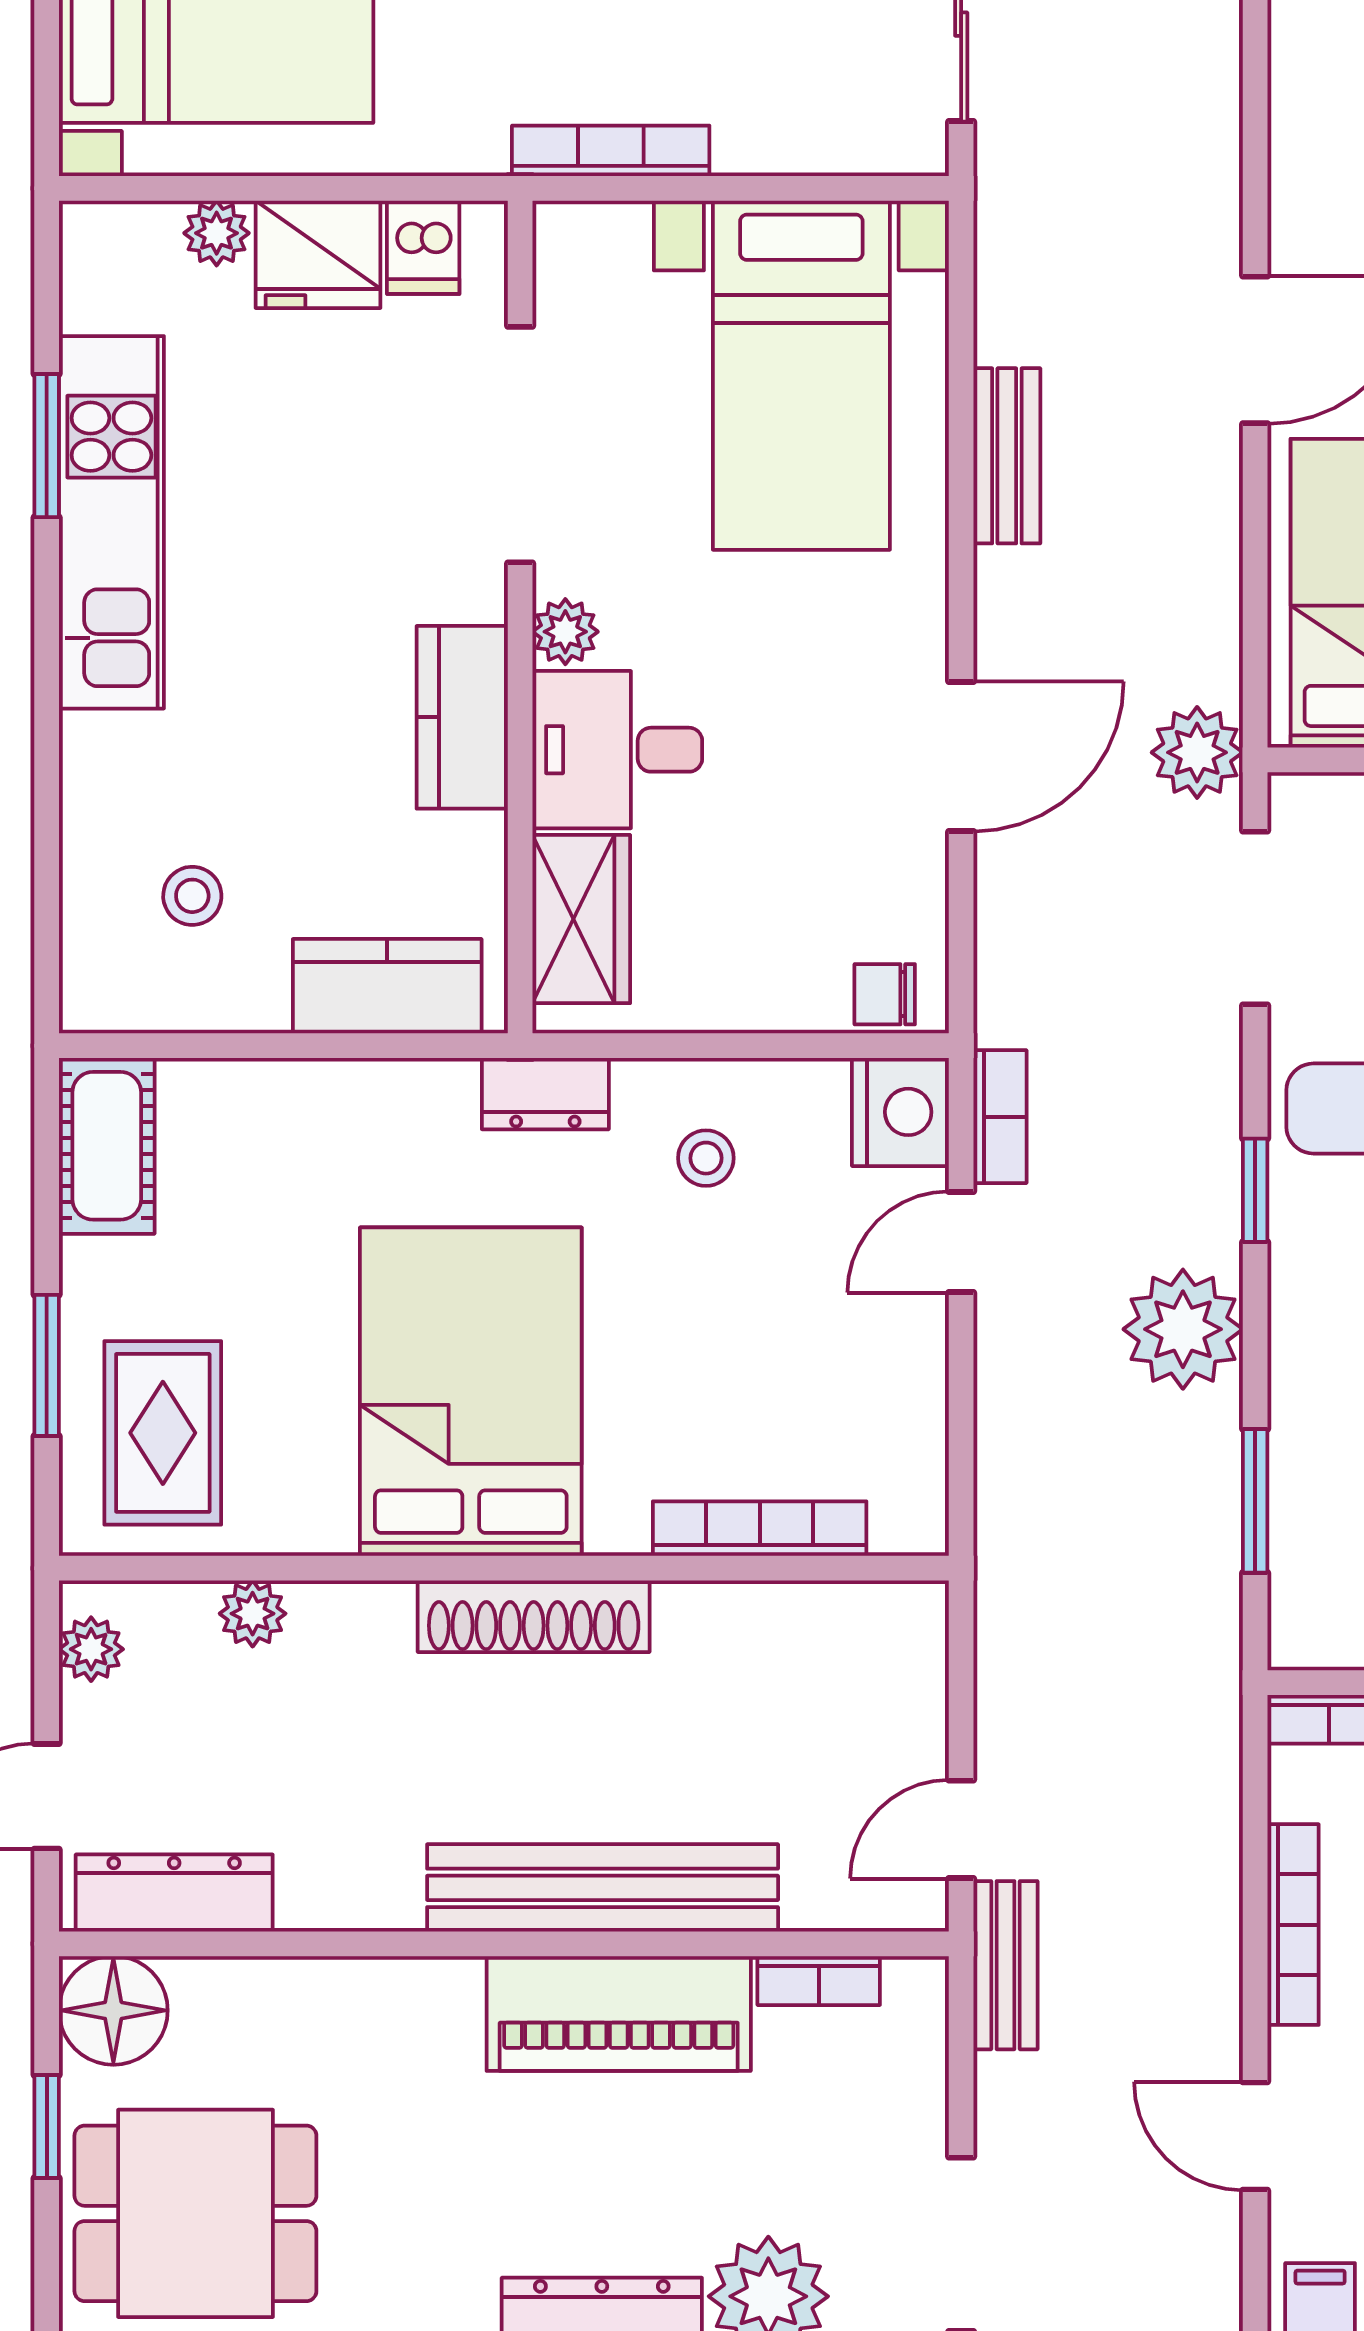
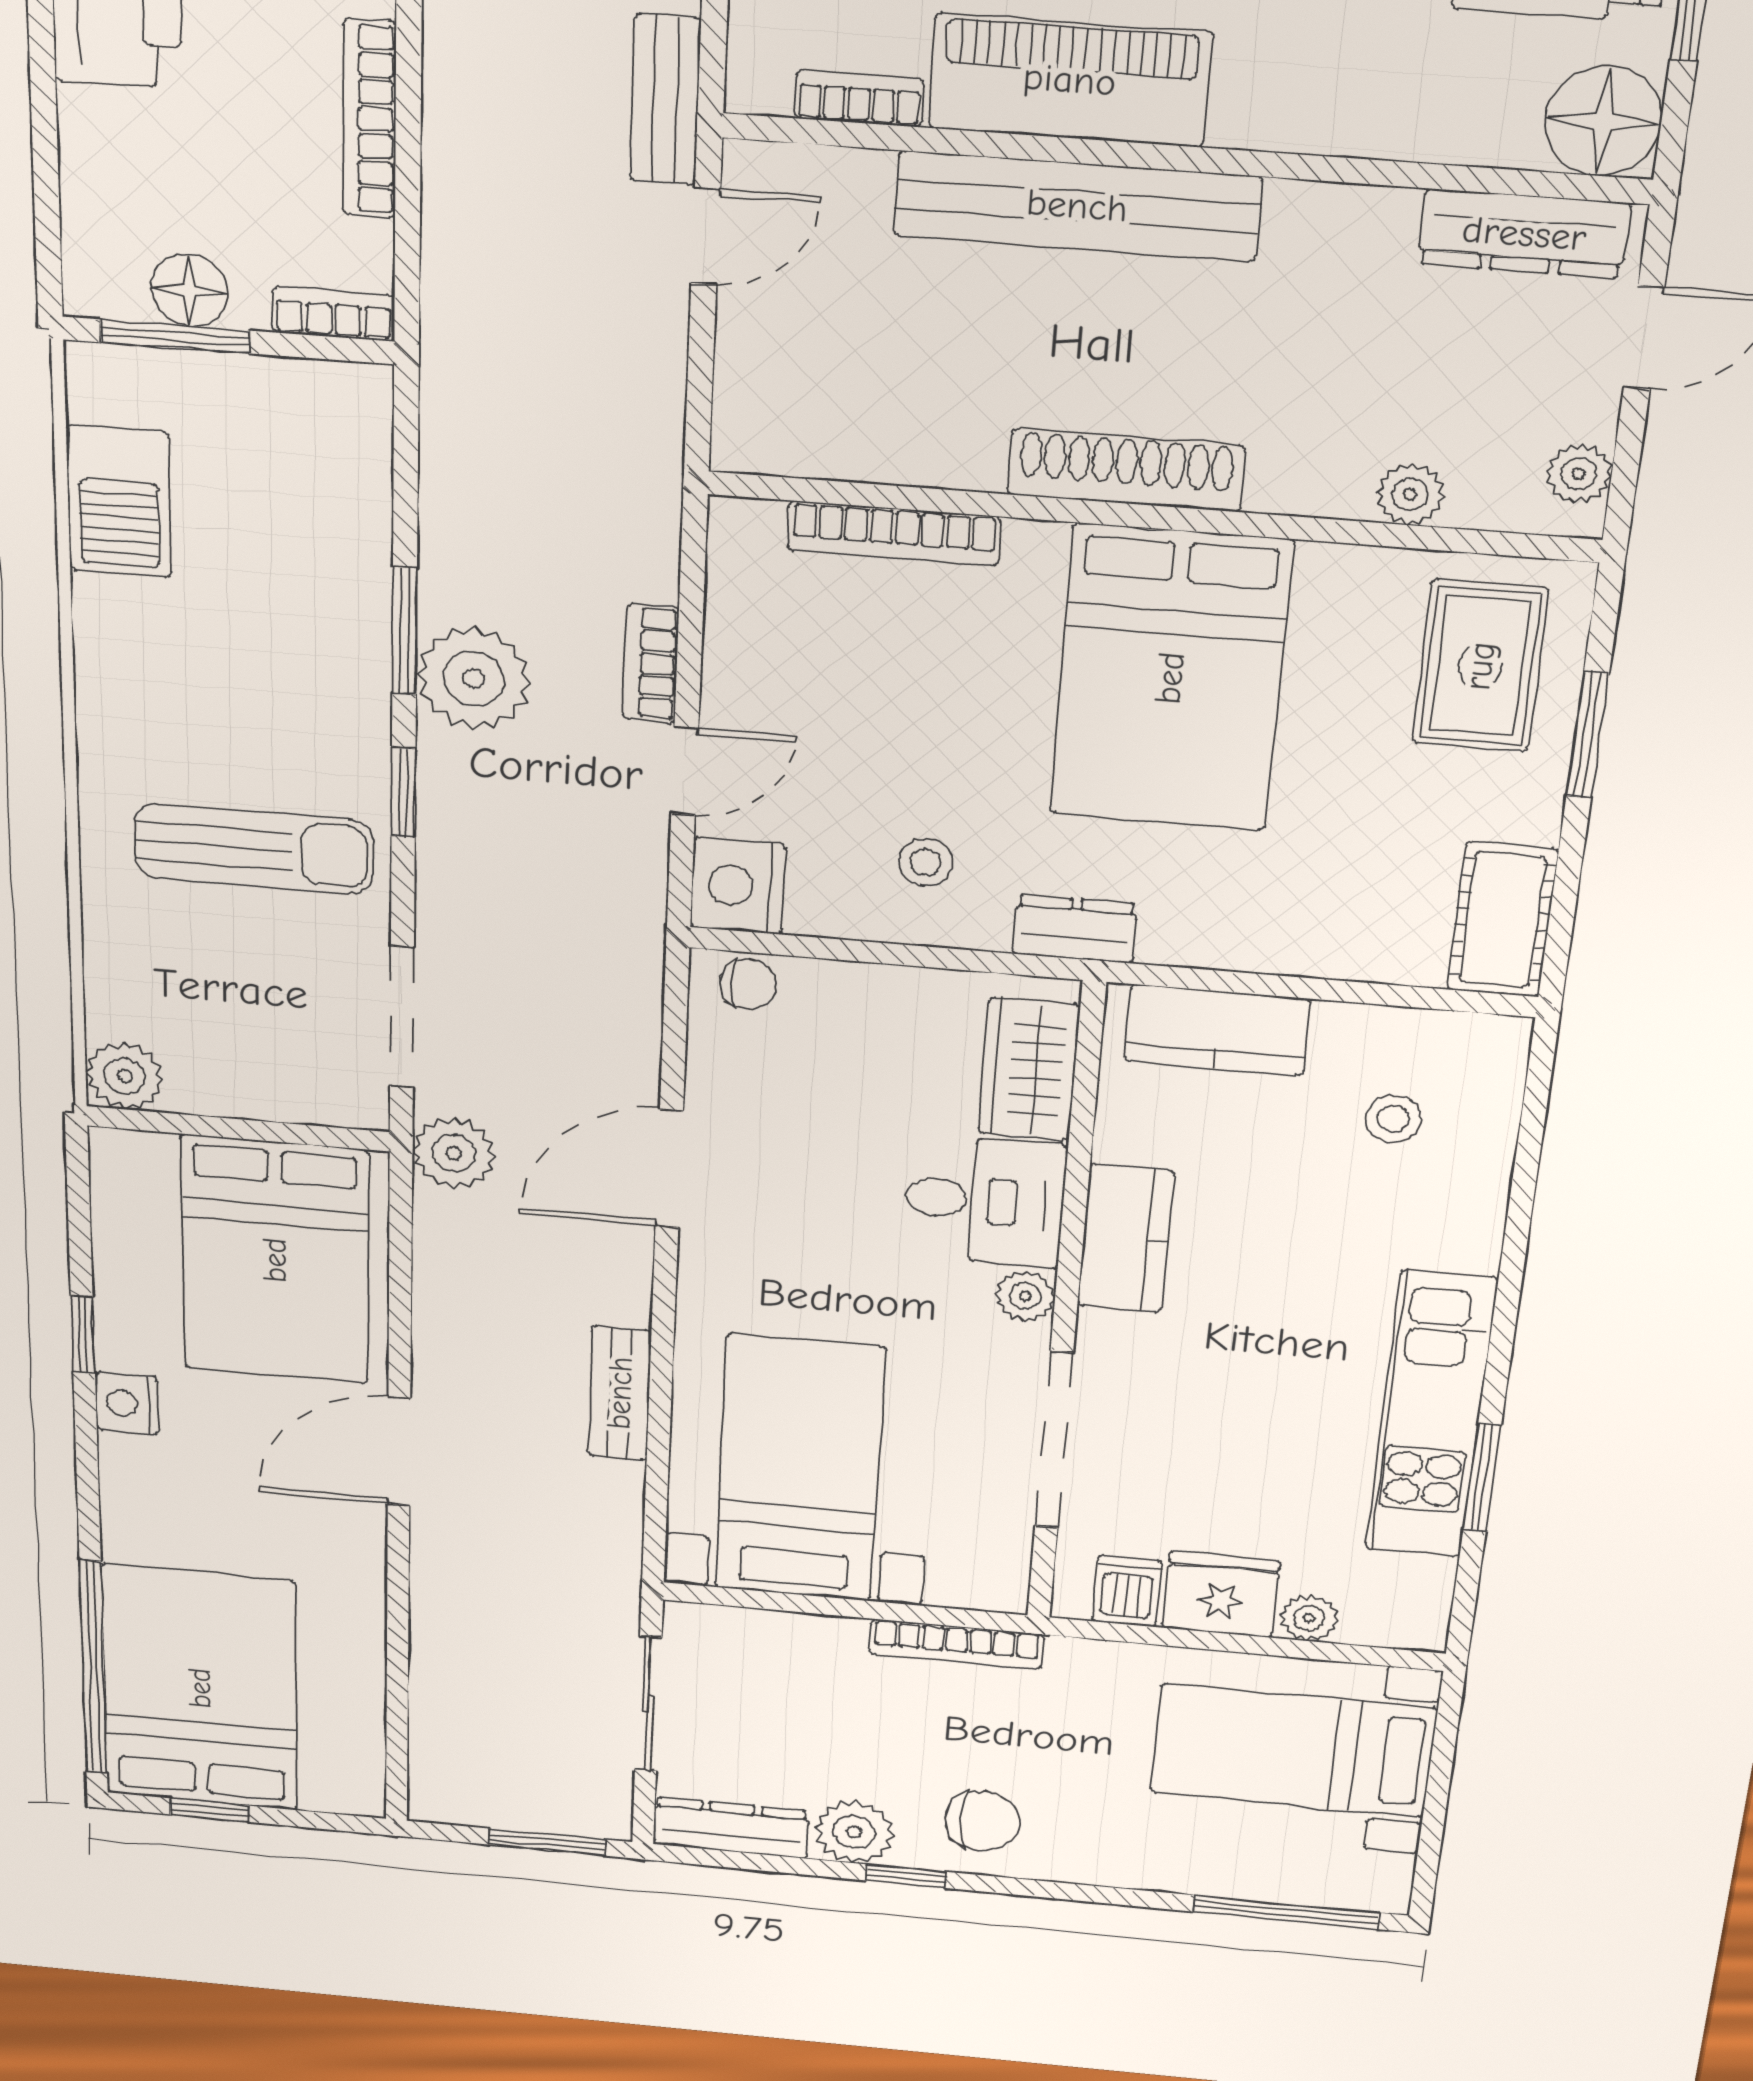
bookcase: (1000, 1117) -> (651, 663), moved
window: (1255, 1501) -> (405, 631), moved

